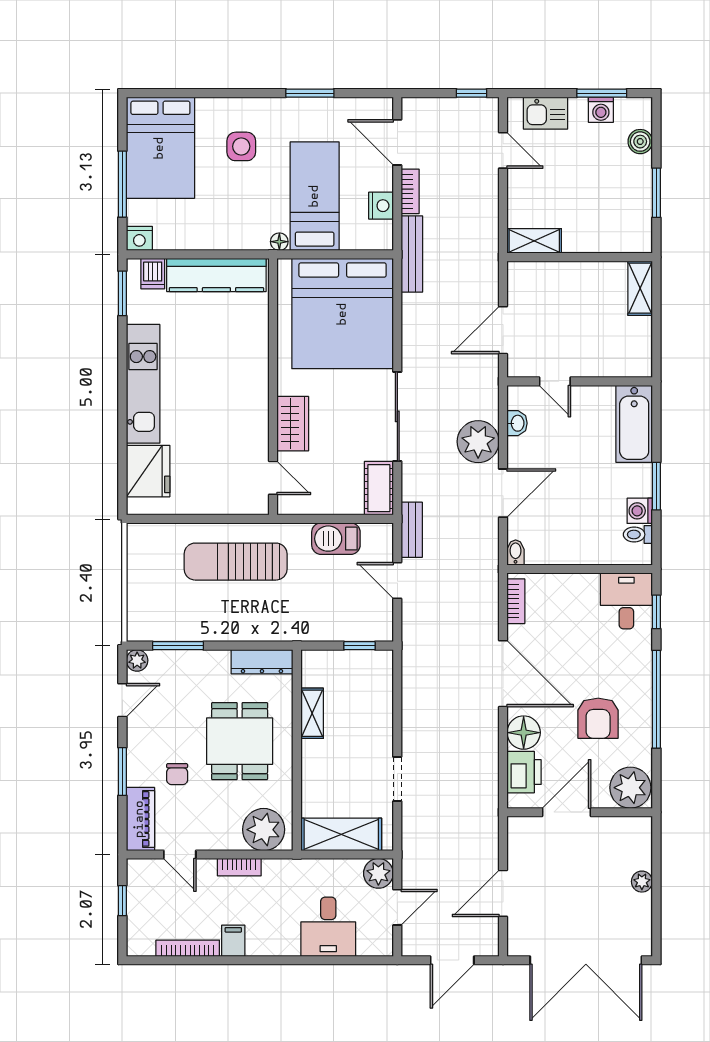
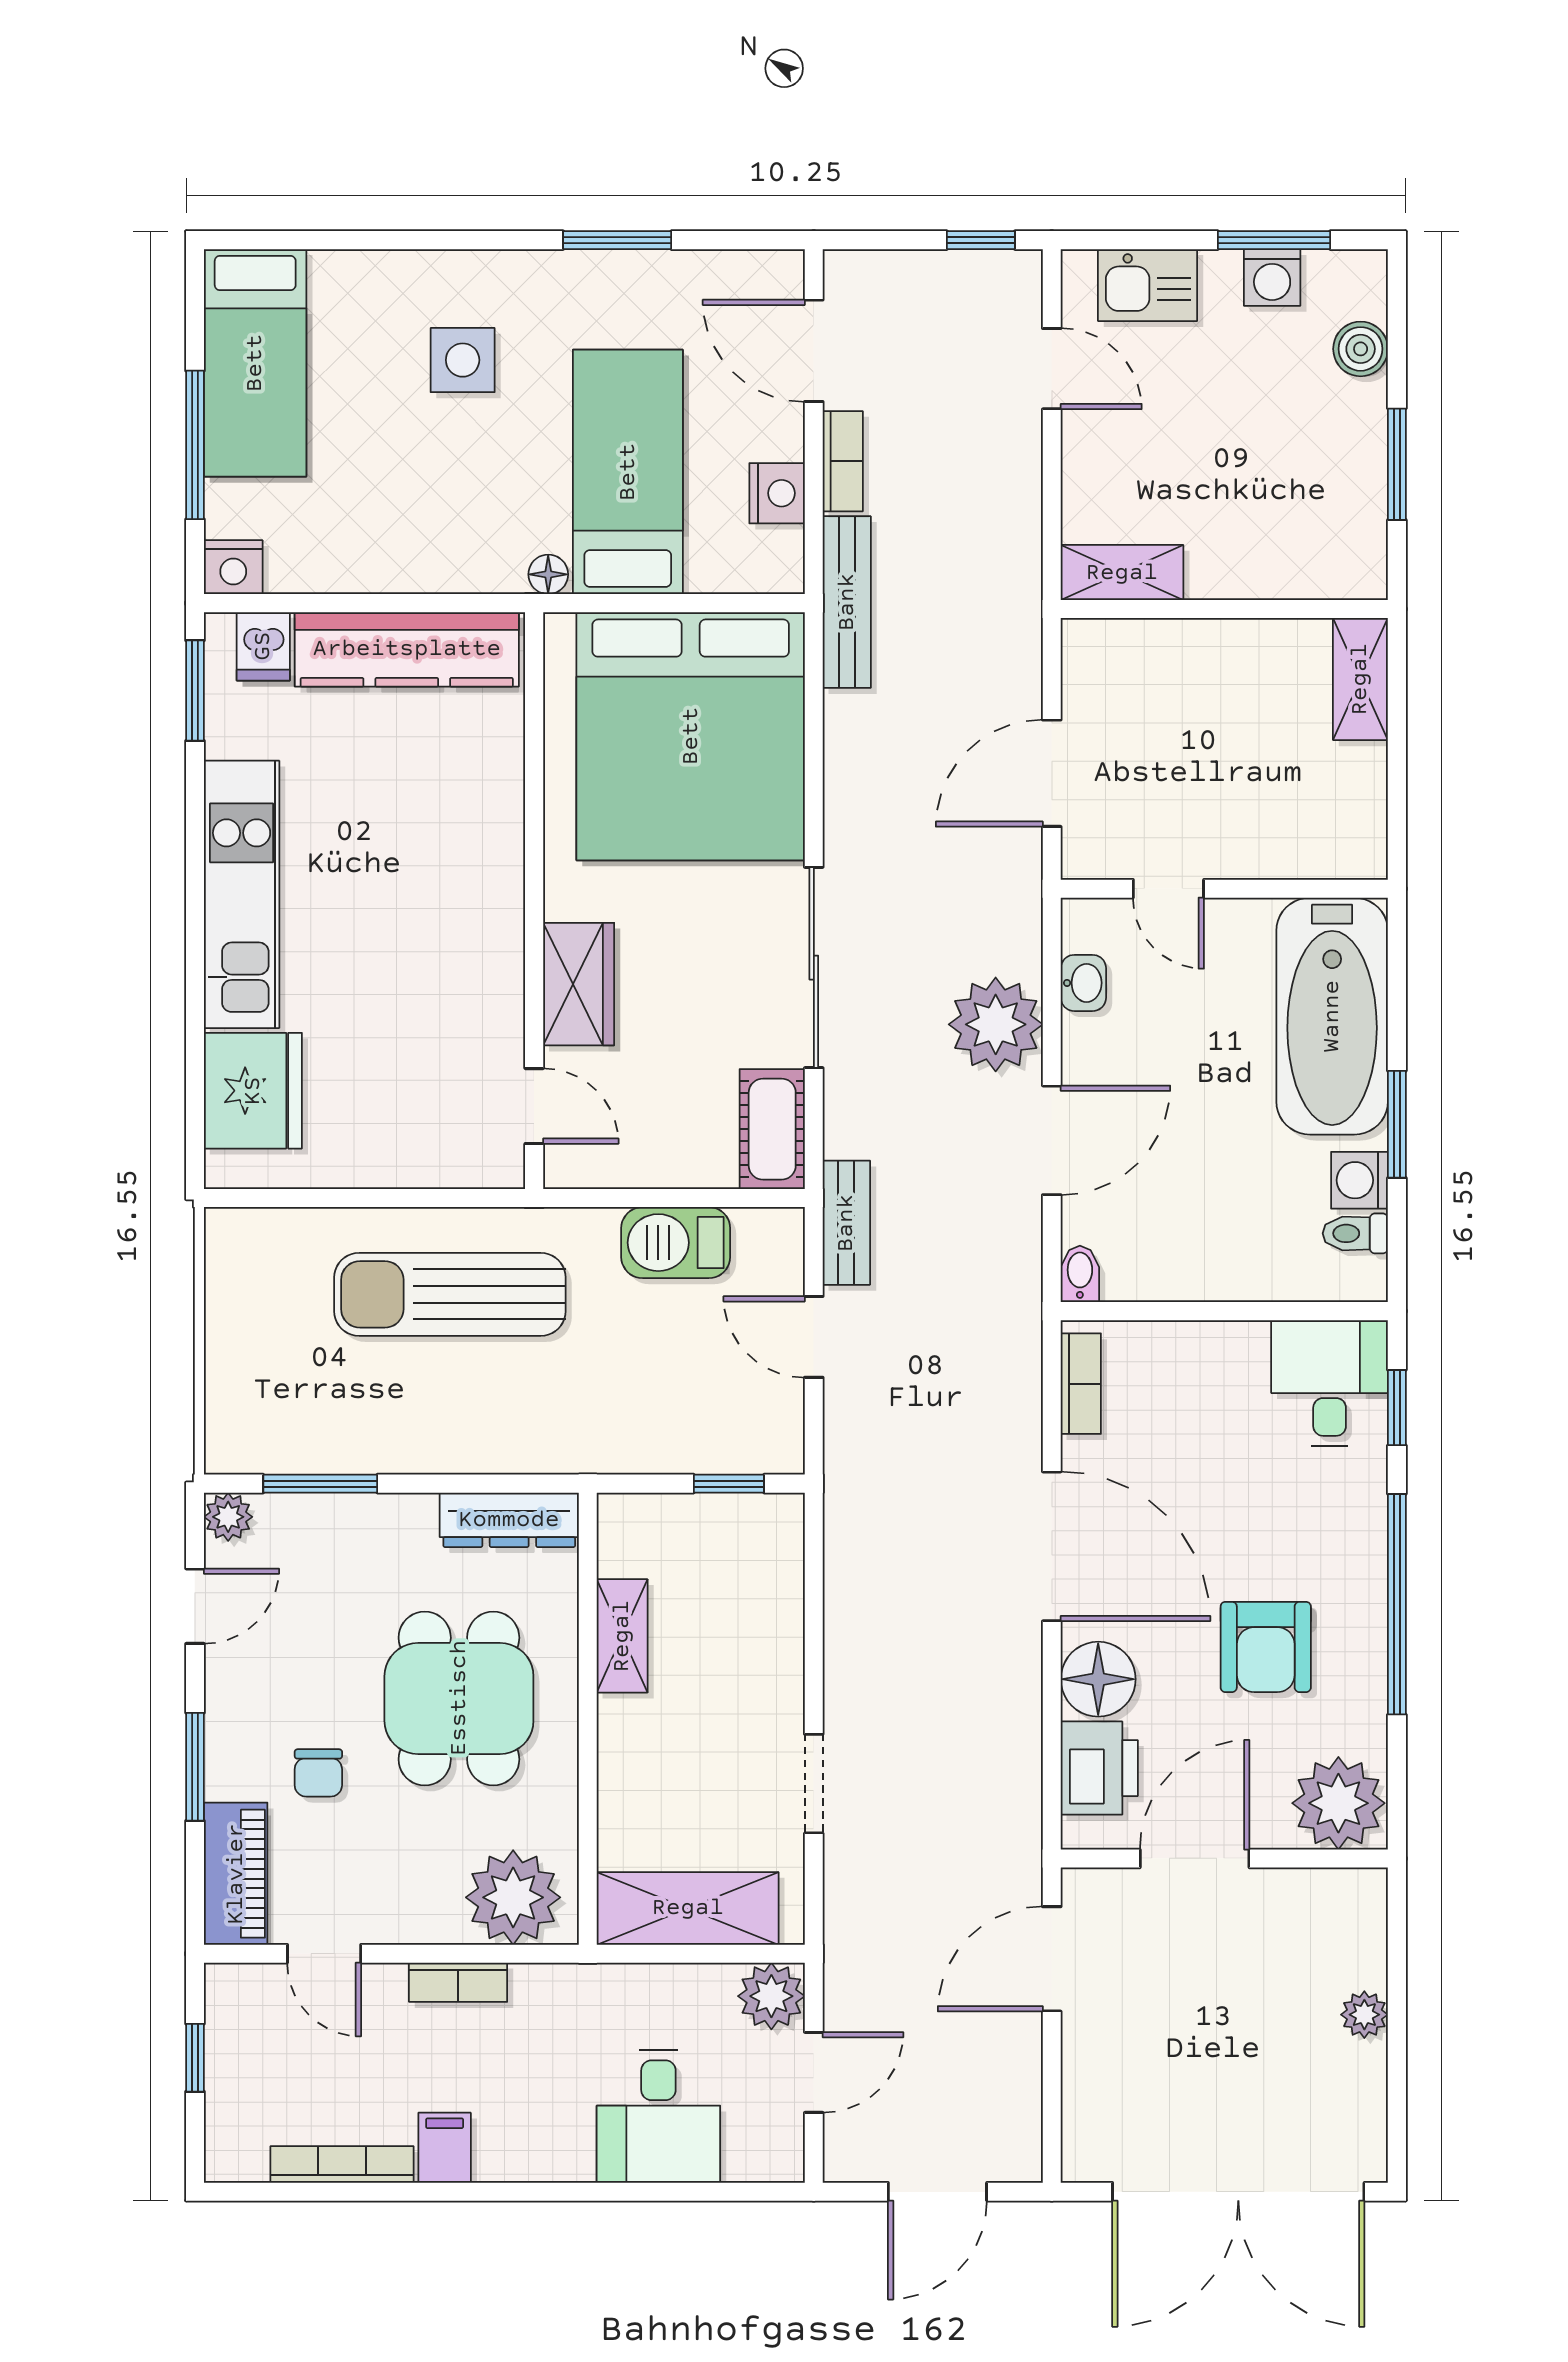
bed: (160, 148) -> (255, 363), width x0.67
bathtub: (634, 424) -> (1332, 1016), width x1.36, depth x1.36
door: (503, 893) -> (1052, 1959), moved

